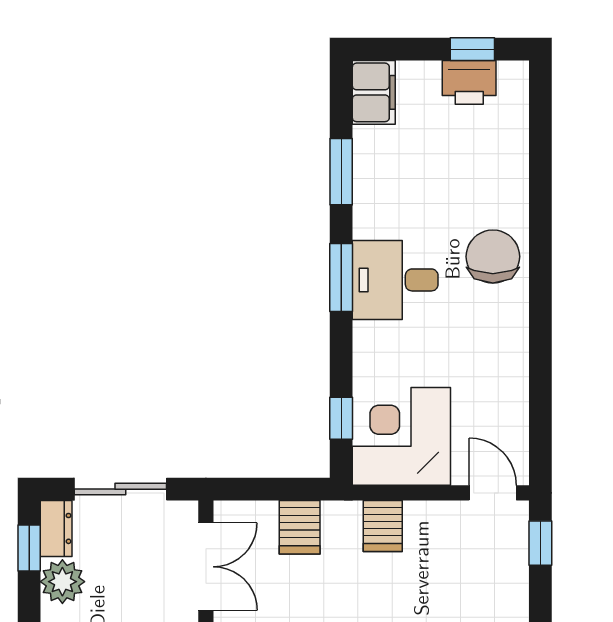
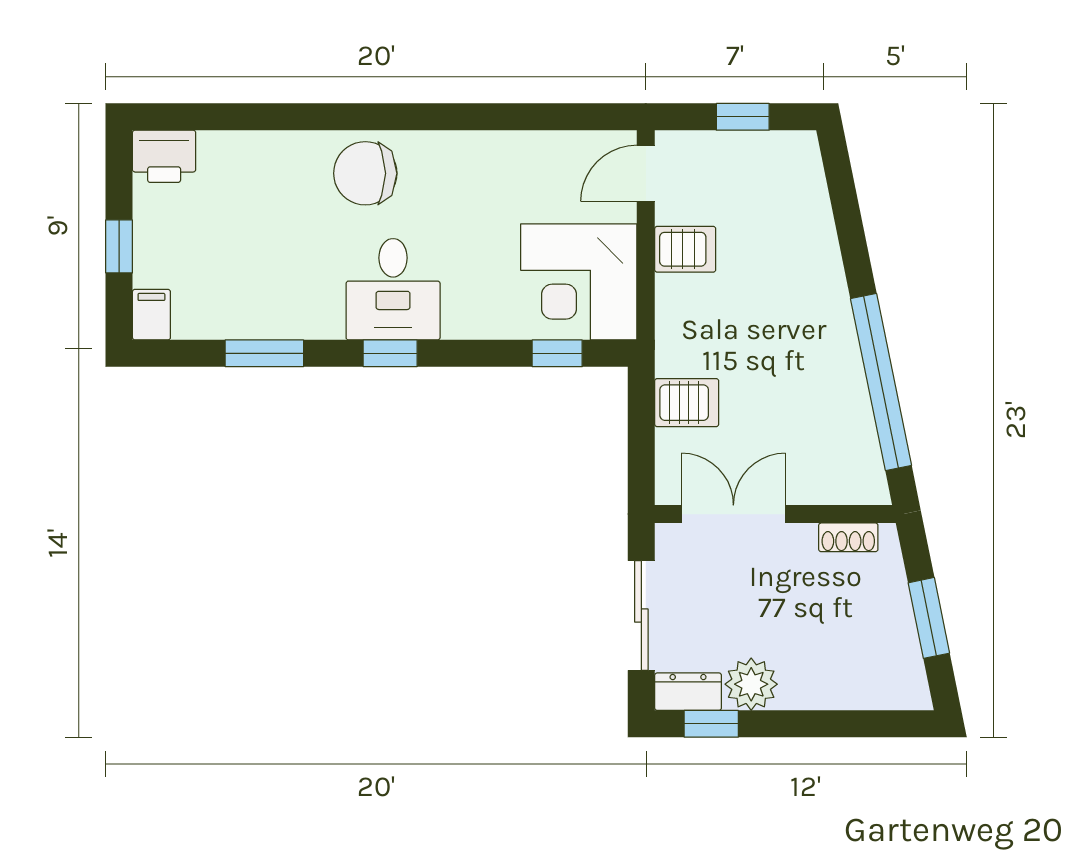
window: (472, 49) -> (119, 246), moved
printer: (469, 82) -> (164, 156), moved, turned 90
filing cabinet: (374, 92) -> (151, 315), width x0.50
window: (341, 277) -> (390, 353), width x0.67
server rack: (383, 526) -> (685, 249), moved
window: (540, 543) -> (743, 117), moved

